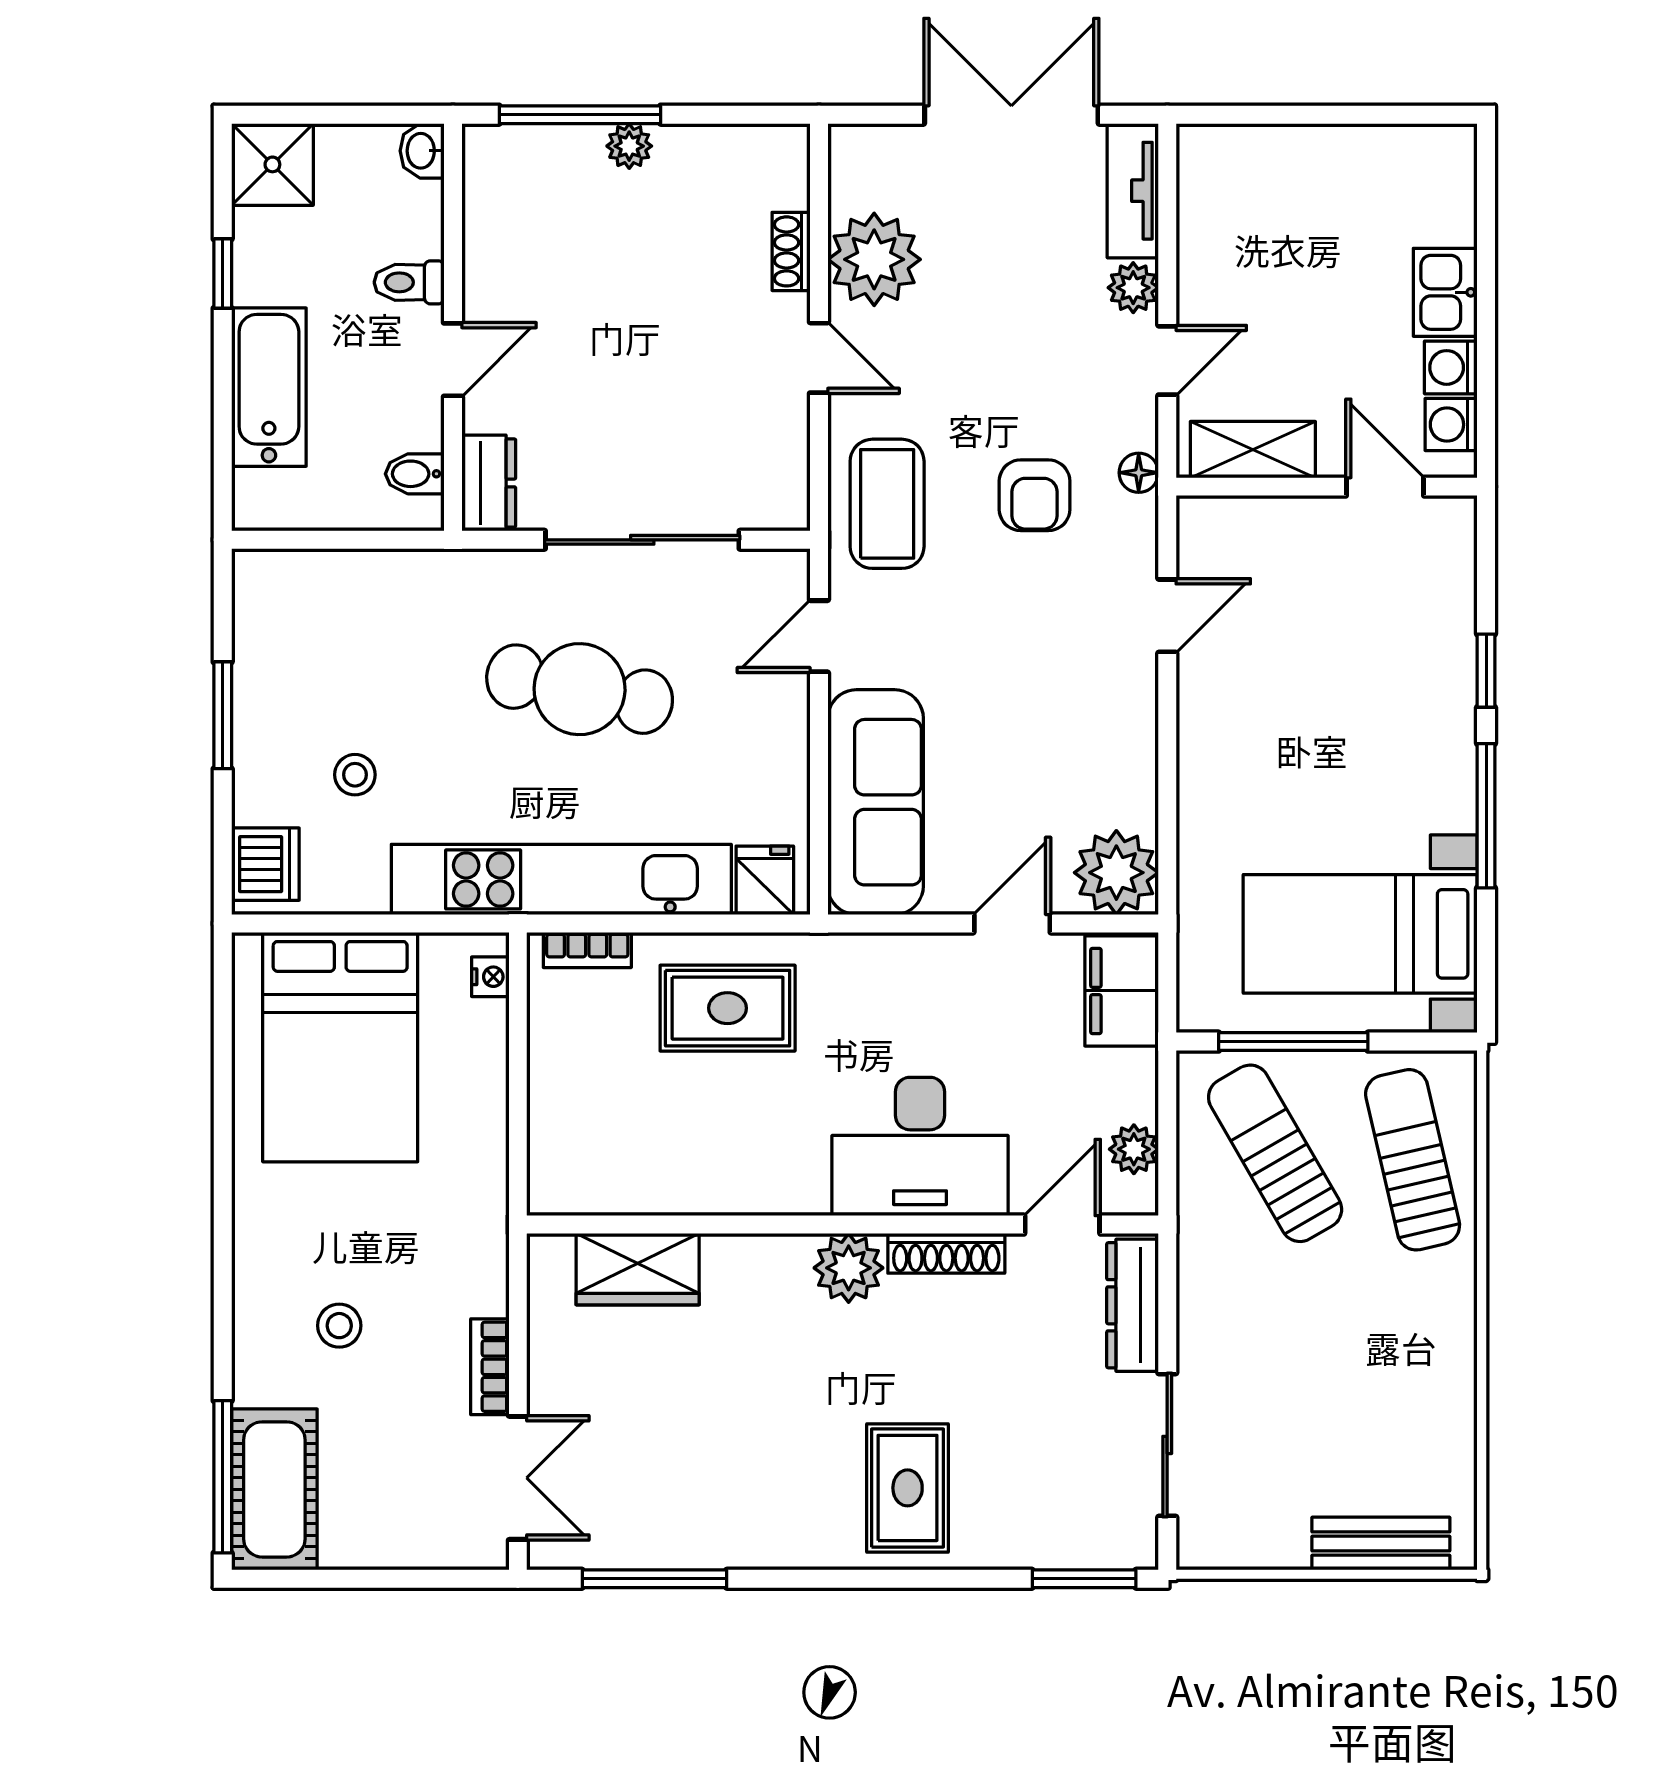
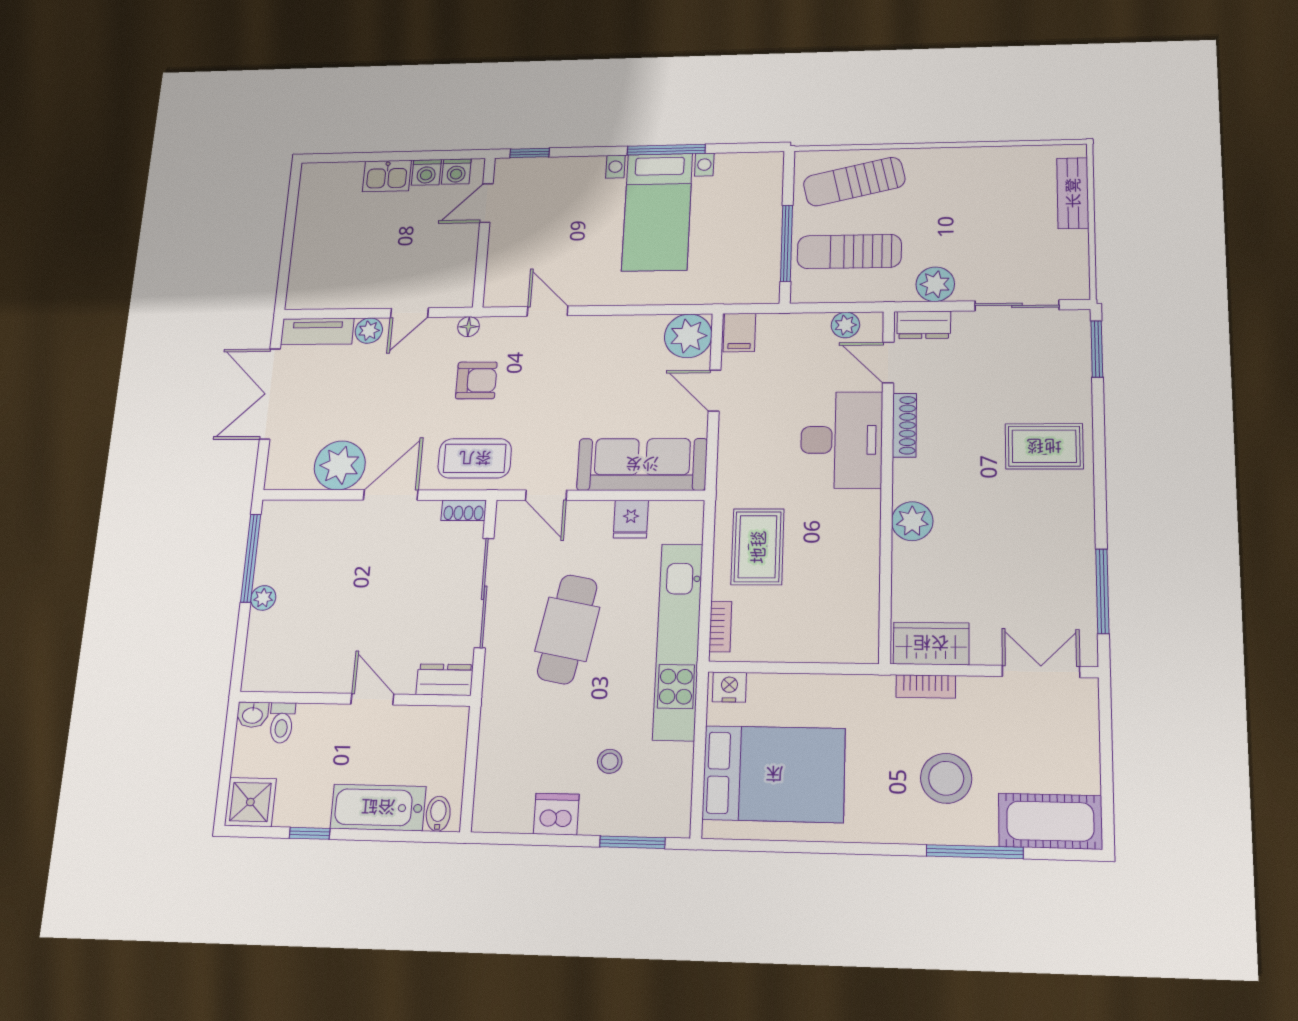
window: (580, 115) -> (251, 558), moved
shoe rack: (791, 251) -> (464, 510), moved
toilet: (409, 282) -> (282, 723), moved
door: (819, 358) -> (391, 495), width x1.38
door: (1167, 360) -> (409, 313), swing flipped
shelving: (1253, 450) -> (461, 269), removed
bidet: (415, 474) -> (438, 814), moved, turned 180
window: (1486, 671) -> (530, 153), moved
window: (223, 715) -> (632, 842), moved
dishwasher: (265, 864) -> (556, 814), moved
fridge: (765, 880) -> (631, 519), moved, turned -90
bed with nightstands: (1360, 934) -> (657, 212), moved
nightstand: (490, 977) -> (729, 687), width x1.39, depth x1.35
filing cabinet: (1122, 991) -> (739, 333), width x0.50
sun lounger: (1275, 1153) -> (849, 252), turned 30
plant: (849, 1268) -> (912, 521), moved
wardrobe: (638, 1269) -> (931, 643), moved, turned -90
dresser: (1133, 1305) -> (924, 325), width x0.70
plant: (1209, 1305) -> (935, 284), added
stool: (339, 1326) -> (946, 778), width x1.89, depth x1.89
bookcase: (490, 1367) -> (926, 686), moved
window: (223, 1477) -> (975, 852), moved

